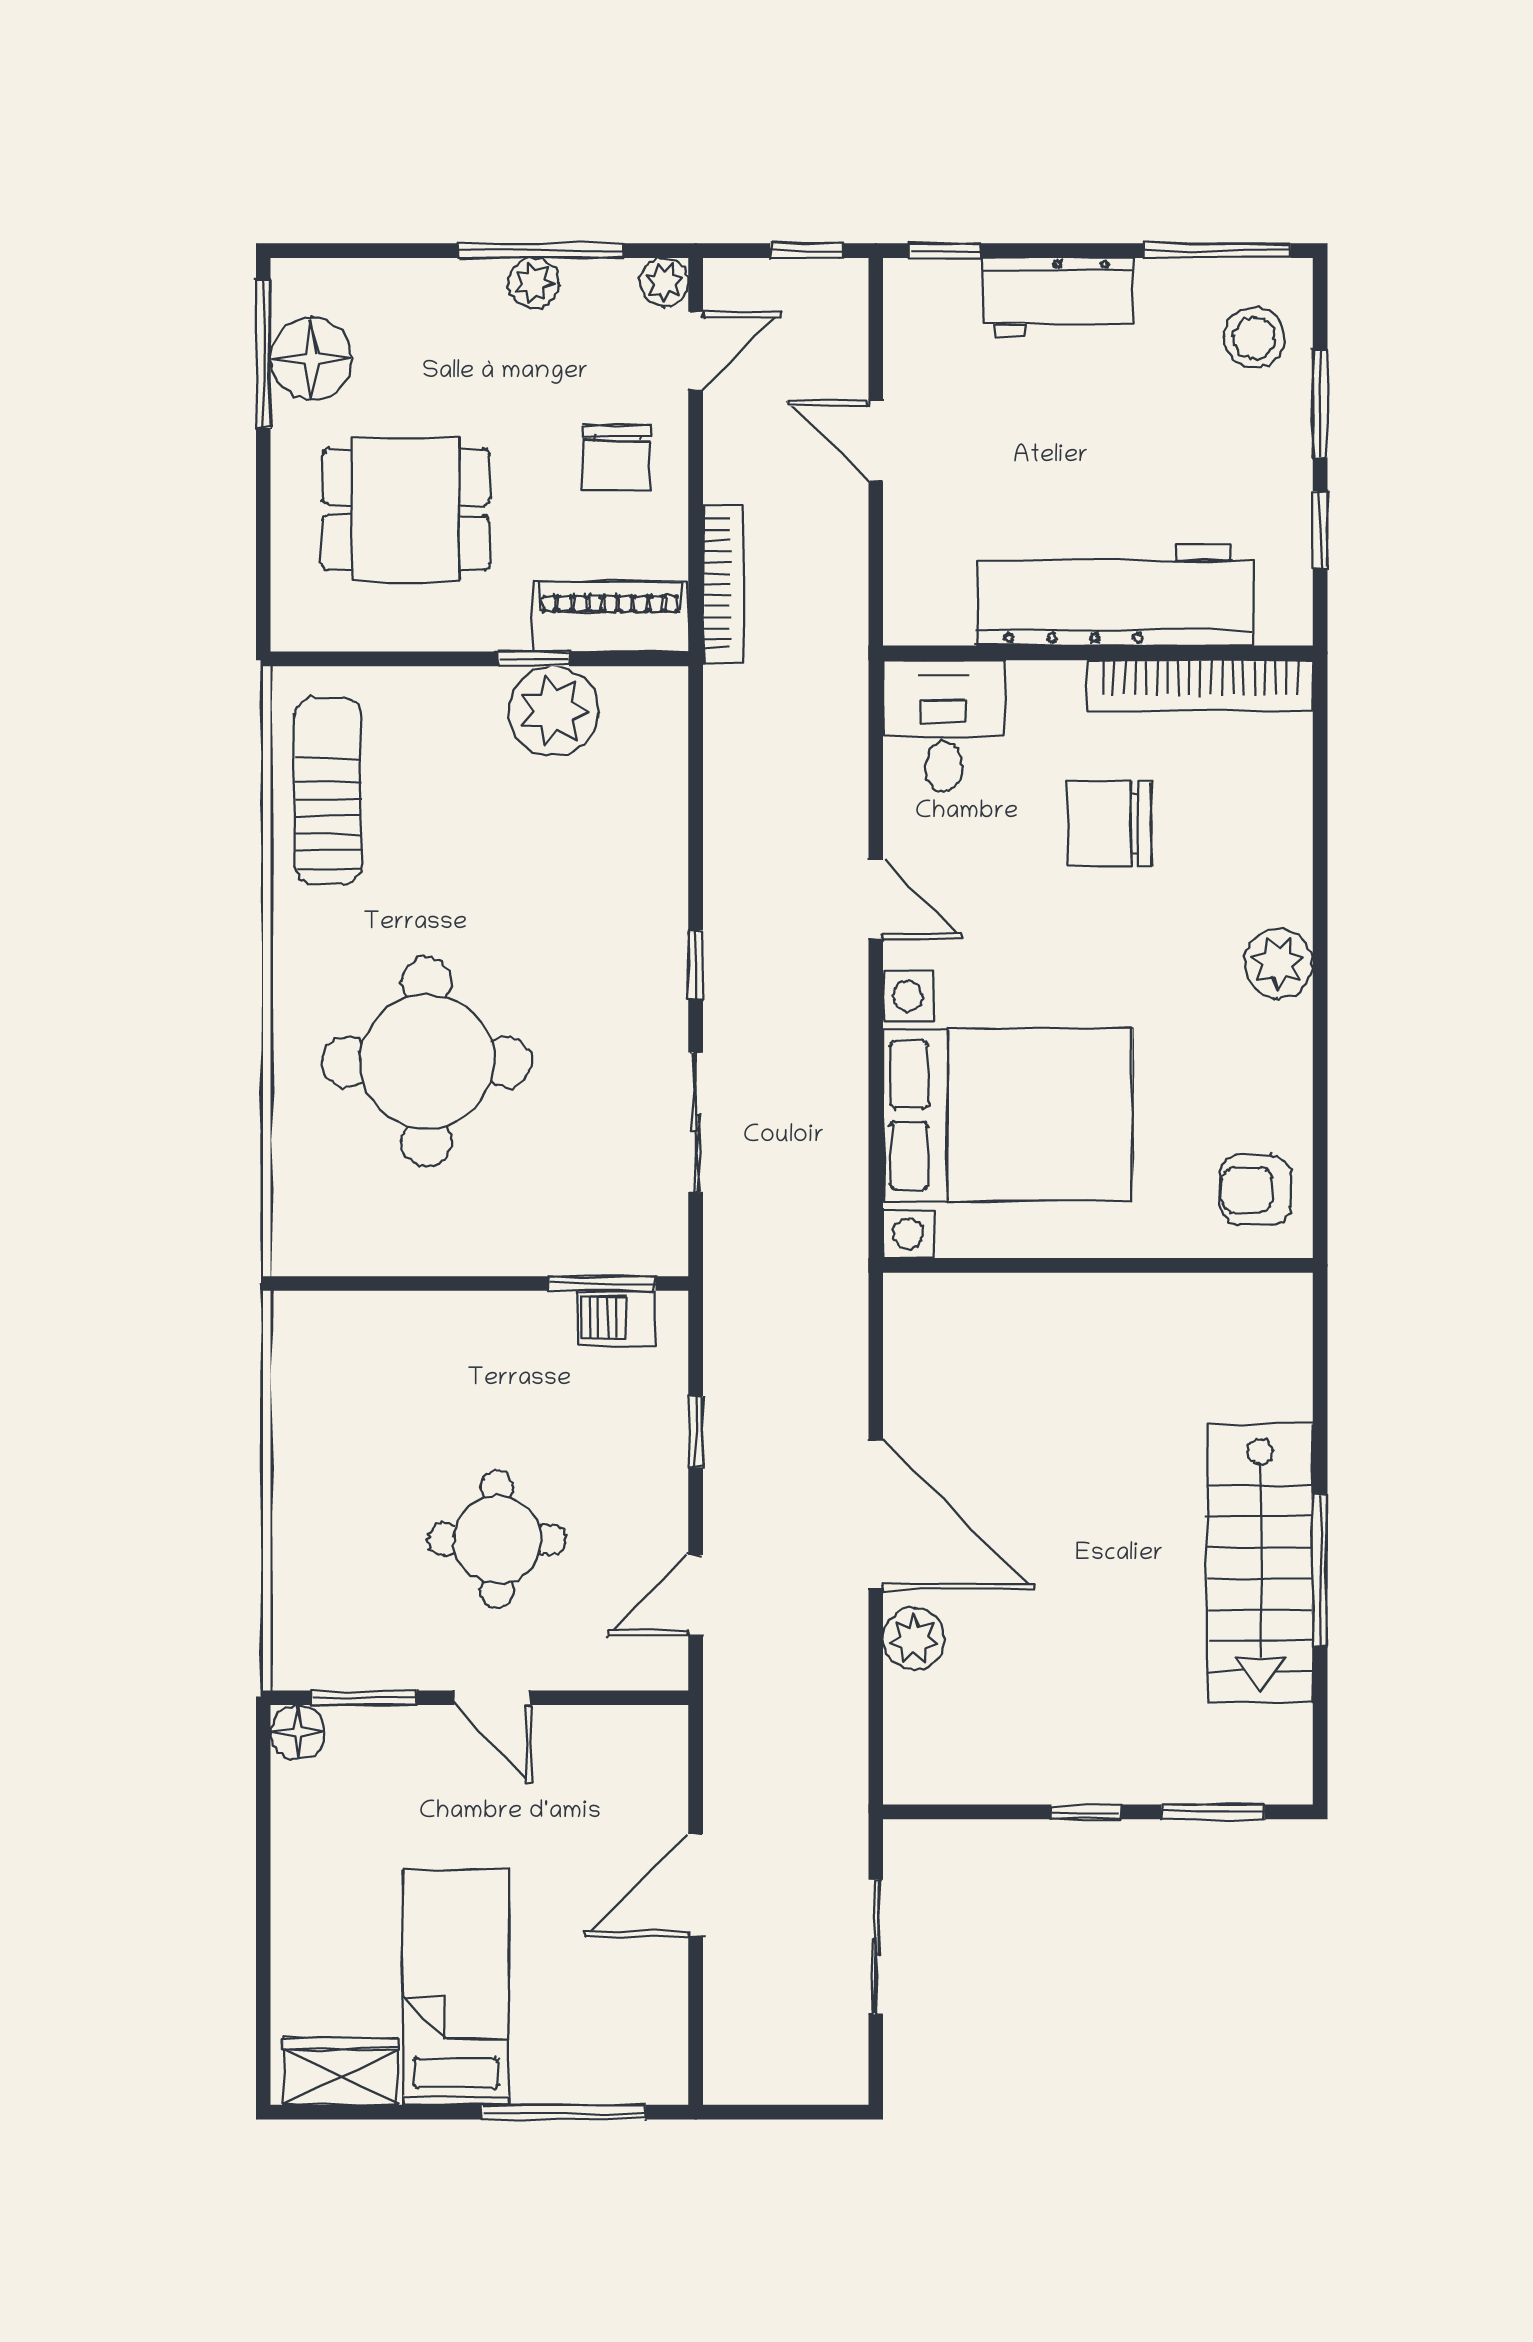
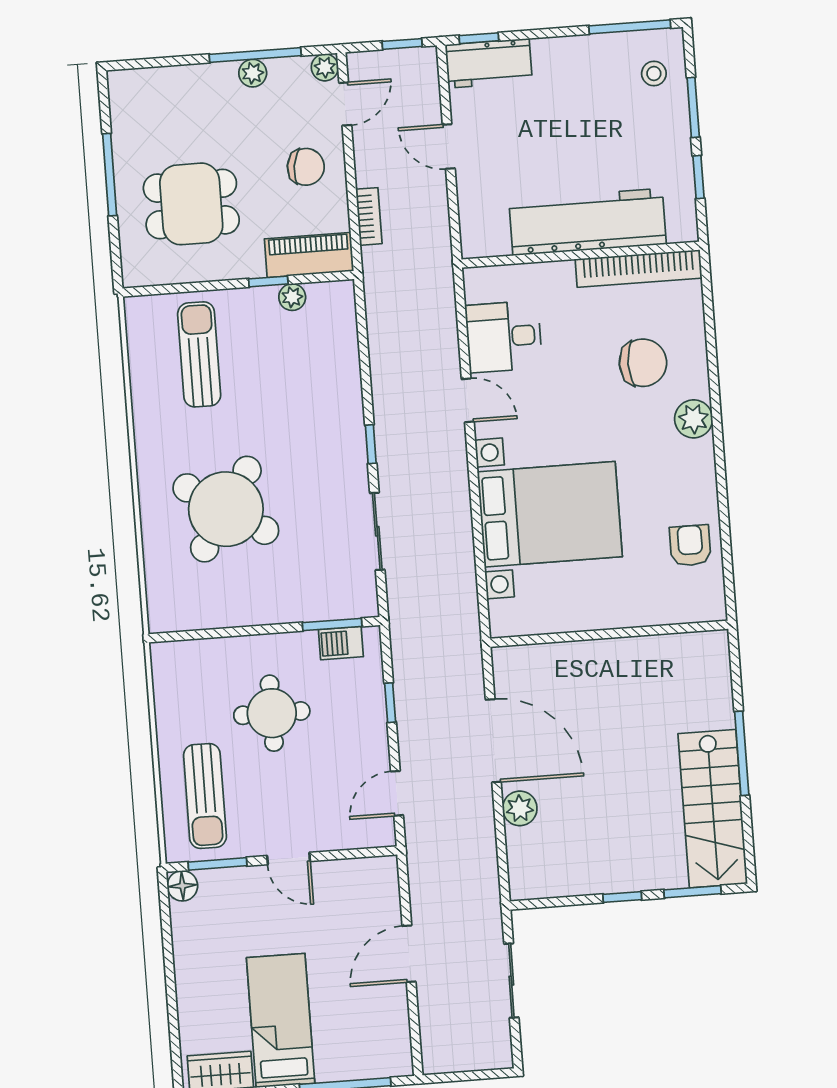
workbench: (1058, 297) -> (489, 63), moved
stool: (1254, 338) -> (654, 73), width x0.73, depth x0.73
window: (263, 354) -> (110, 175), moved
floor lamp: (311, 359) -> (133, 124), removed
chair: (616, 458) -> (306, 167), turned -82
bookcase: (723, 584) -> (369, 216), width x0.64
plant: (553, 711) -> (292, 297), width x0.53, depth x0.53
desk: (944, 726) -> (504, 337), moved, turned -90
sun lounger: (328, 791) -> (199, 354), moved
chair: (1109, 823) -> (643, 363), moved, turned 180
round table: (427, 1062) -> (226, 509), turned 33
armchair: (1255, 1190) -> (690, 545), turned 90
wall: (1098, 1265) -> (609, 634), moved
round table: (497, 1540) -> (272, 713), moved
stairs: (1260, 1563) -> (713, 809), moved
sun lounger: (350, 1574) -> (205, 796), added

